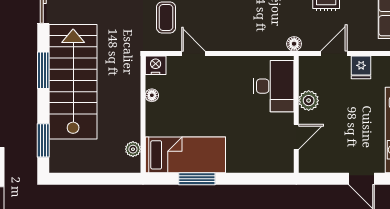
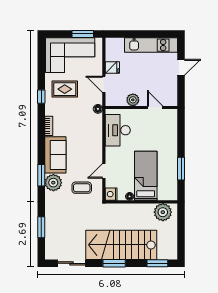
desk: (274, 86) -> (118, 130), moved, turned -90
plant: (133, 149) -> (163, 212), width x1.88, depth x1.88
bed: (185, 155) -> (146, 176), moved

